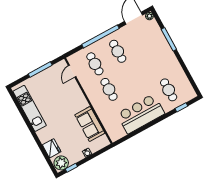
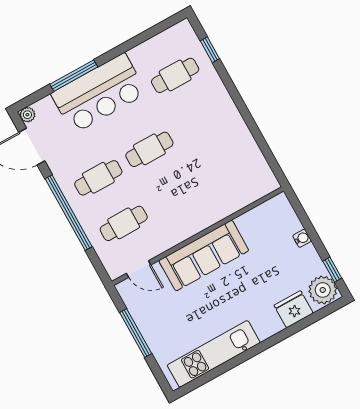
cafe table: (109, 89) -> (149, 149), moved
bar counter: (141, 114) -> (99, 93), moved, turned -90
sofa: (90, 124) -> (204, 256), moved, width x1.36

